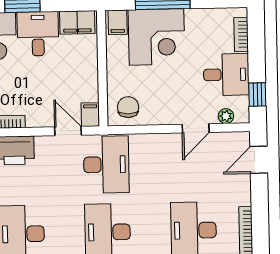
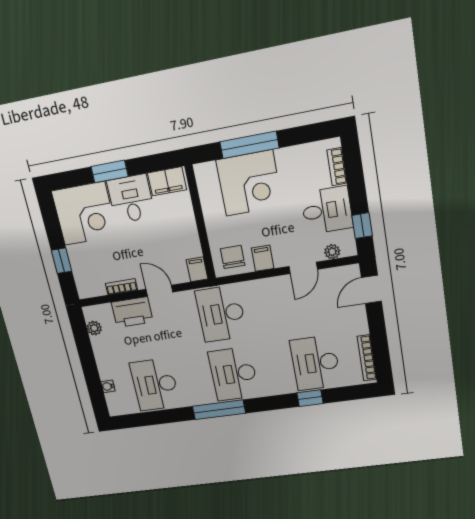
filing cabinet: (118, 22) -> (263, 258), moved, turned 180
door: (68, 131) -> (159, 291), moved
desk: (106, 165) -> (221, 314), turned 180

